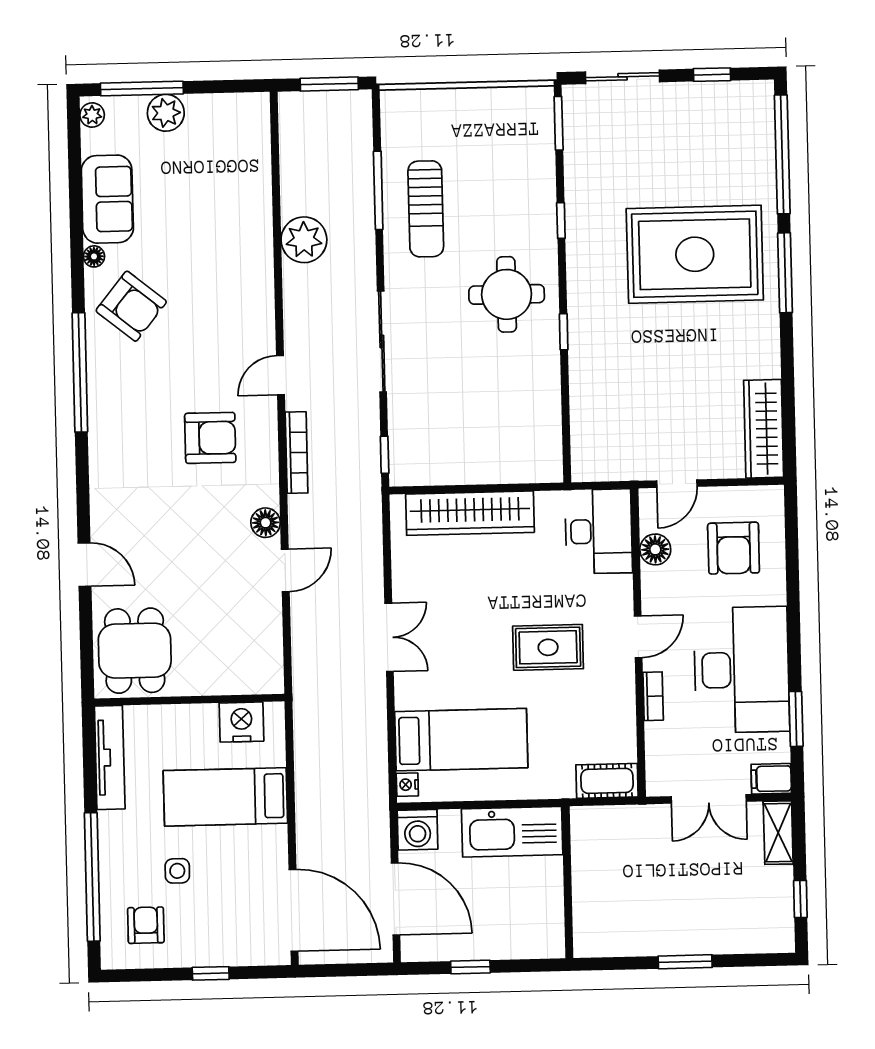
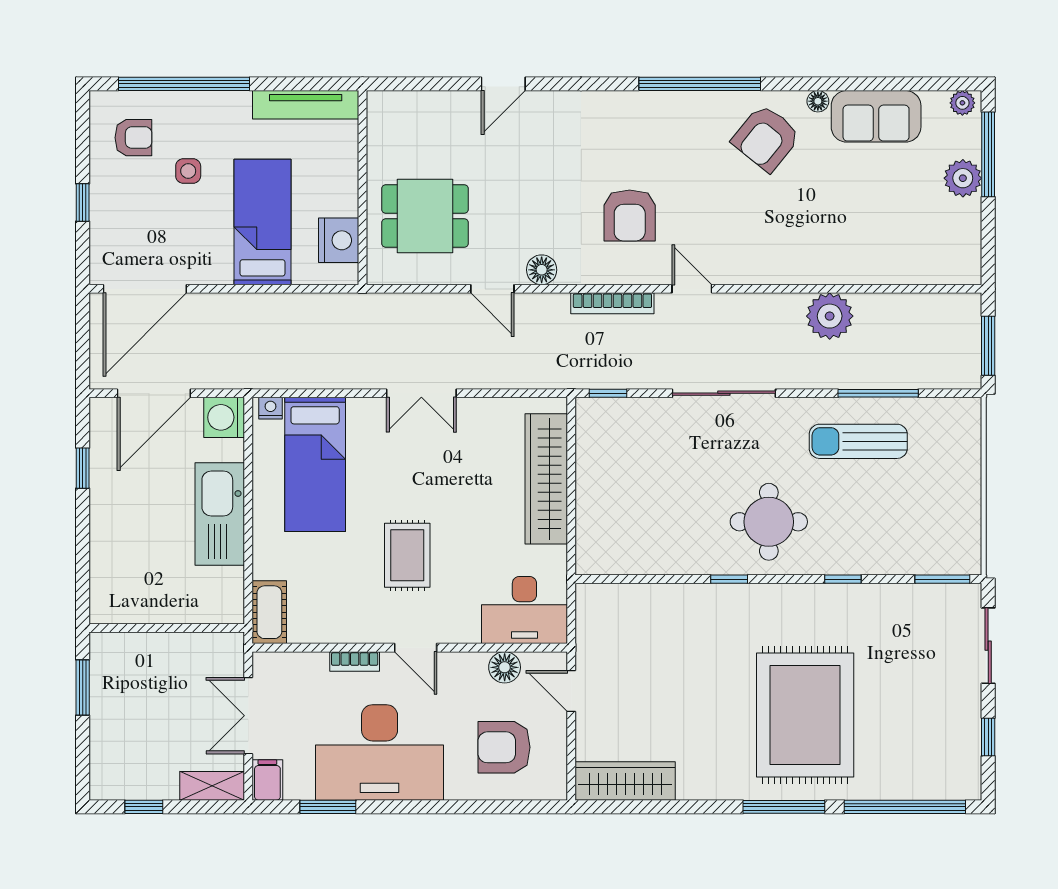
dining table: (135, 651) -> (425, 216), moved
wall: (568, 882) -> (167, 628), moved

